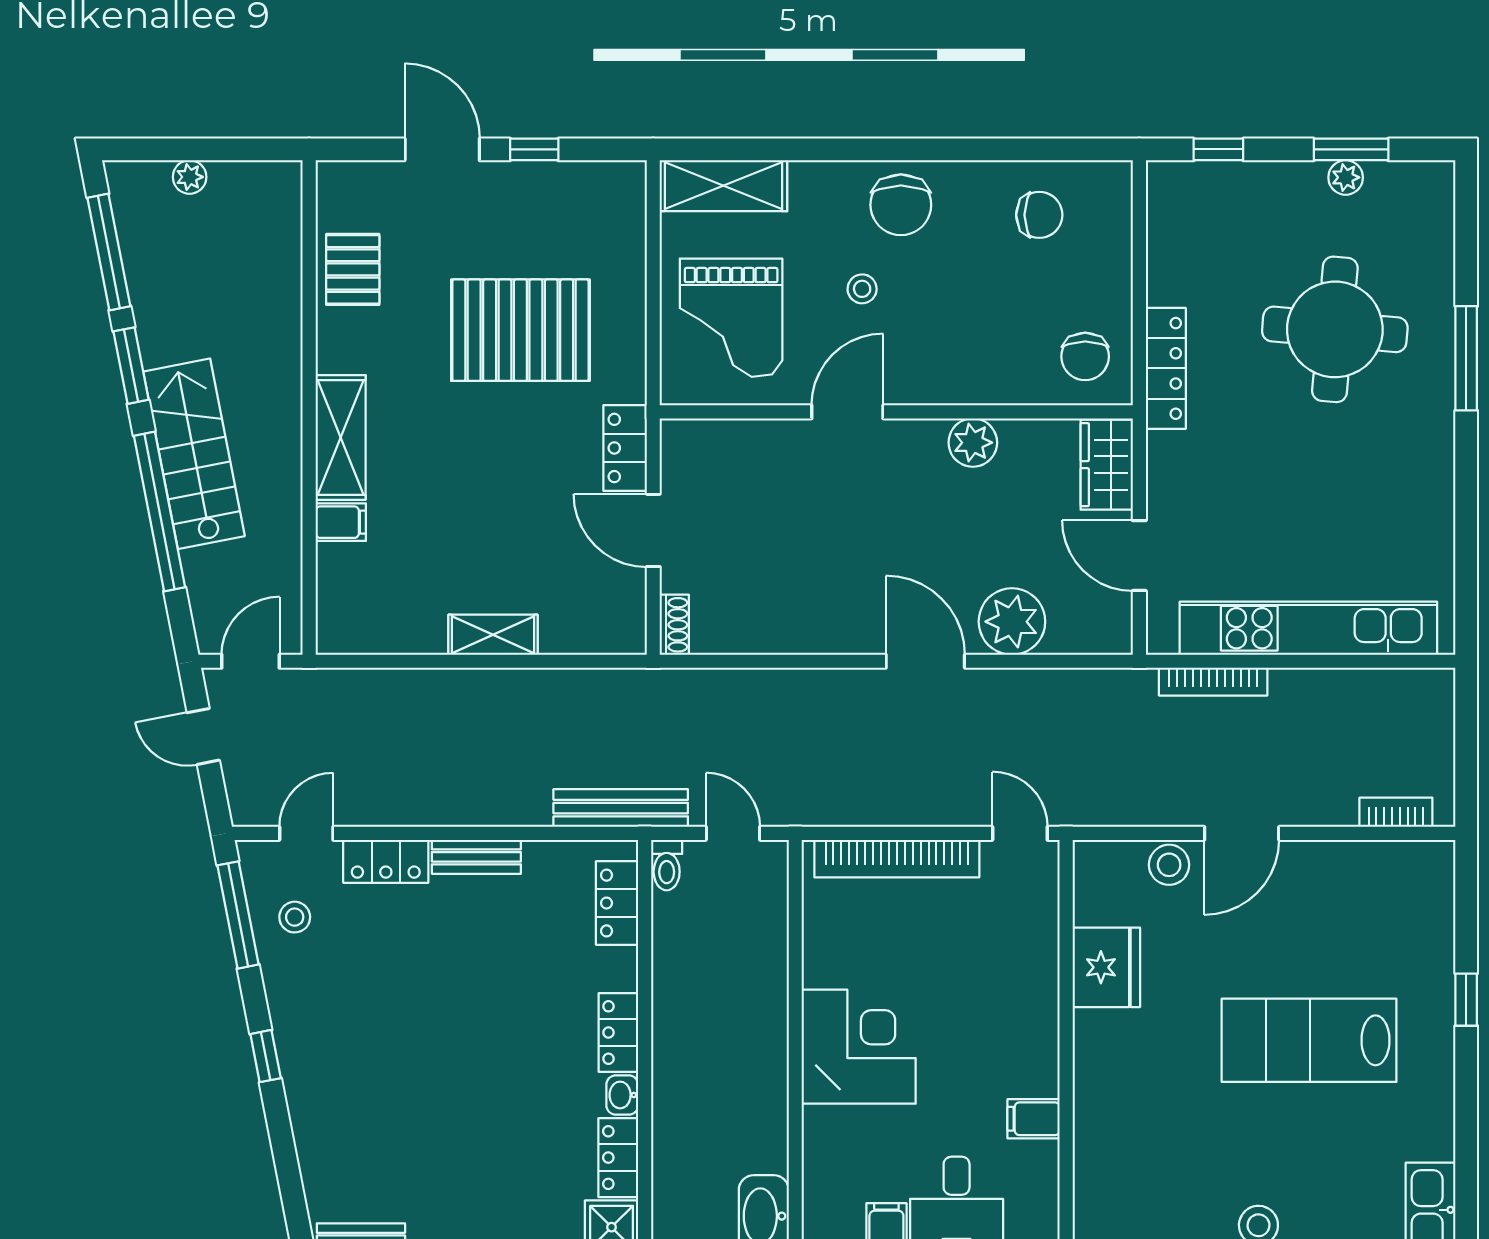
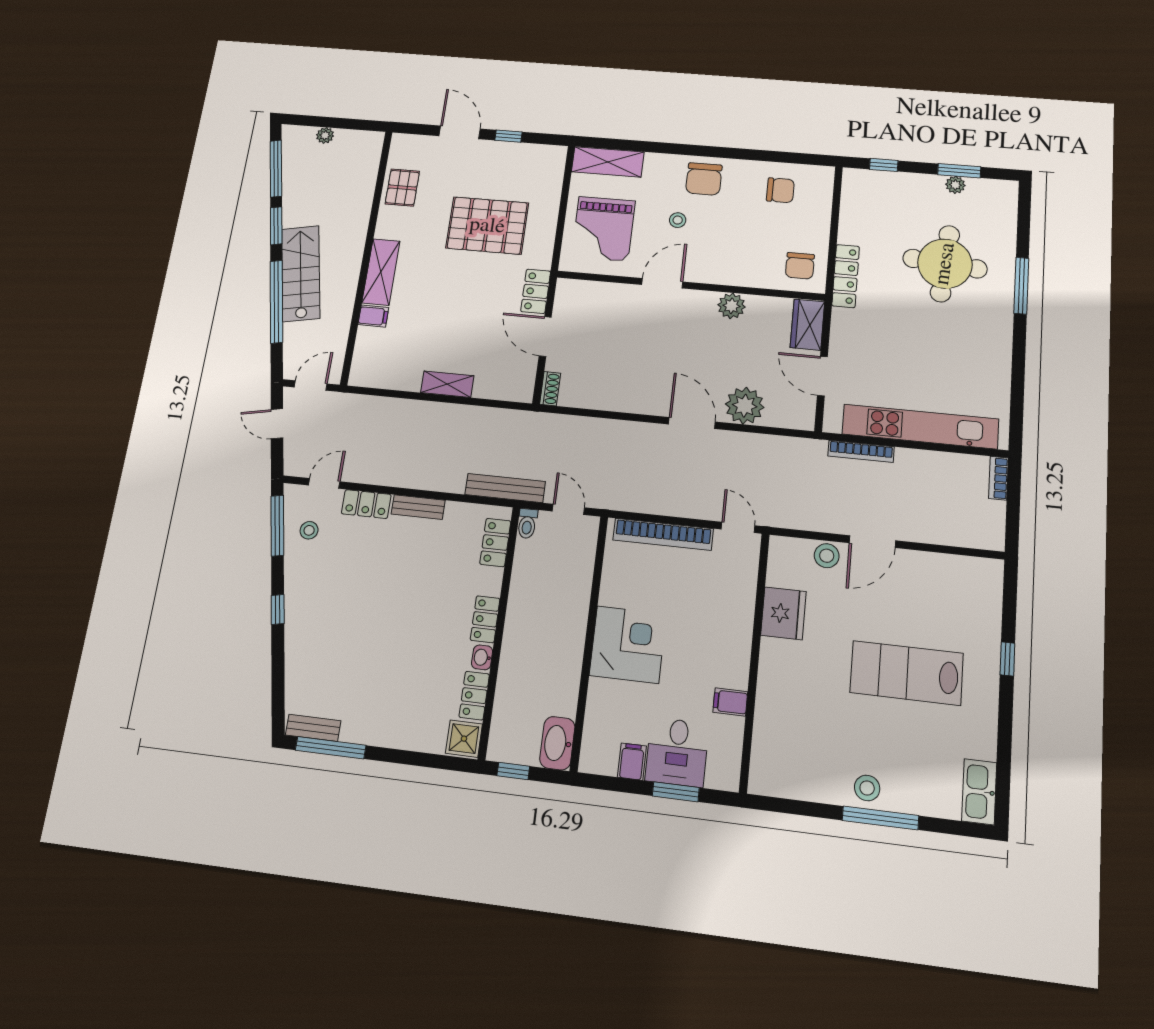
bookcase: (1396, 812) -> (999, 478), moved, turned -90

